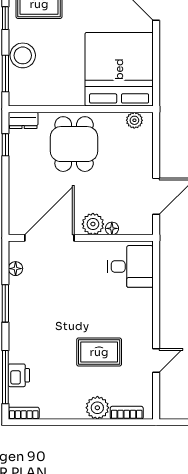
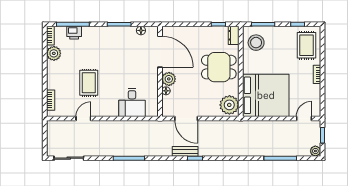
stool: (23, 55) -> (256, 43), moved
plant: (134, 120) -> (229, 105), width x1.87, depth x1.87
desk: (130, 266) -> (132, 102), moved
door: (156, 360) -> (83, 118), swing flipped
plant: (97, 408) -> (54, 53), moved

